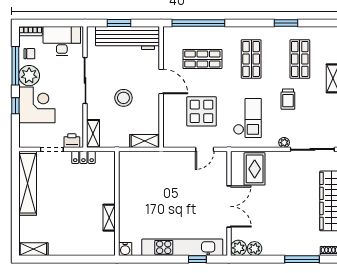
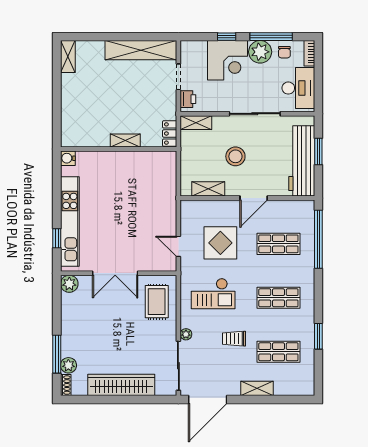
shop shelf: (202, 59) -> (278, 244), turned 90
shelving: (145, 141) -> (208, 189), moved, turned 90
locker: (83, 157) -> (170, 133), moved
rug: (255, 169) -> (157, 302), turned 90
shelving: (109, 218) -> (125, 140), moved
plant: (255, 249) -> (68, 365), moved

